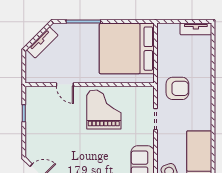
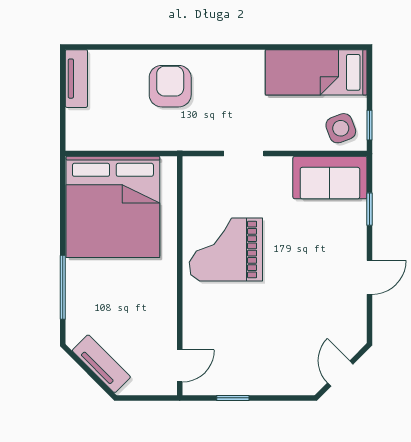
door: (65, 85) -> (180, 366), moved
armchair: (177, 88) -> (170, 86), moved

